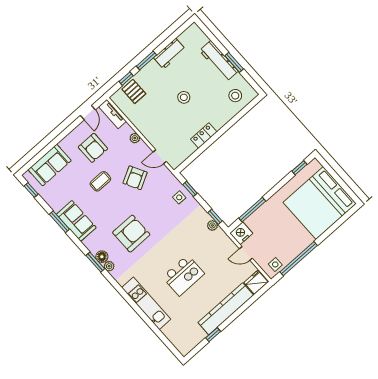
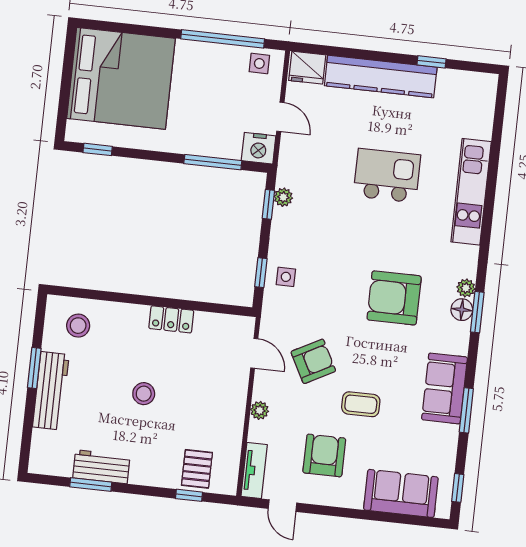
window: (146, 60) -> (91, 484), moved
door: (88, 113) -> (282, 506), swing flipped

